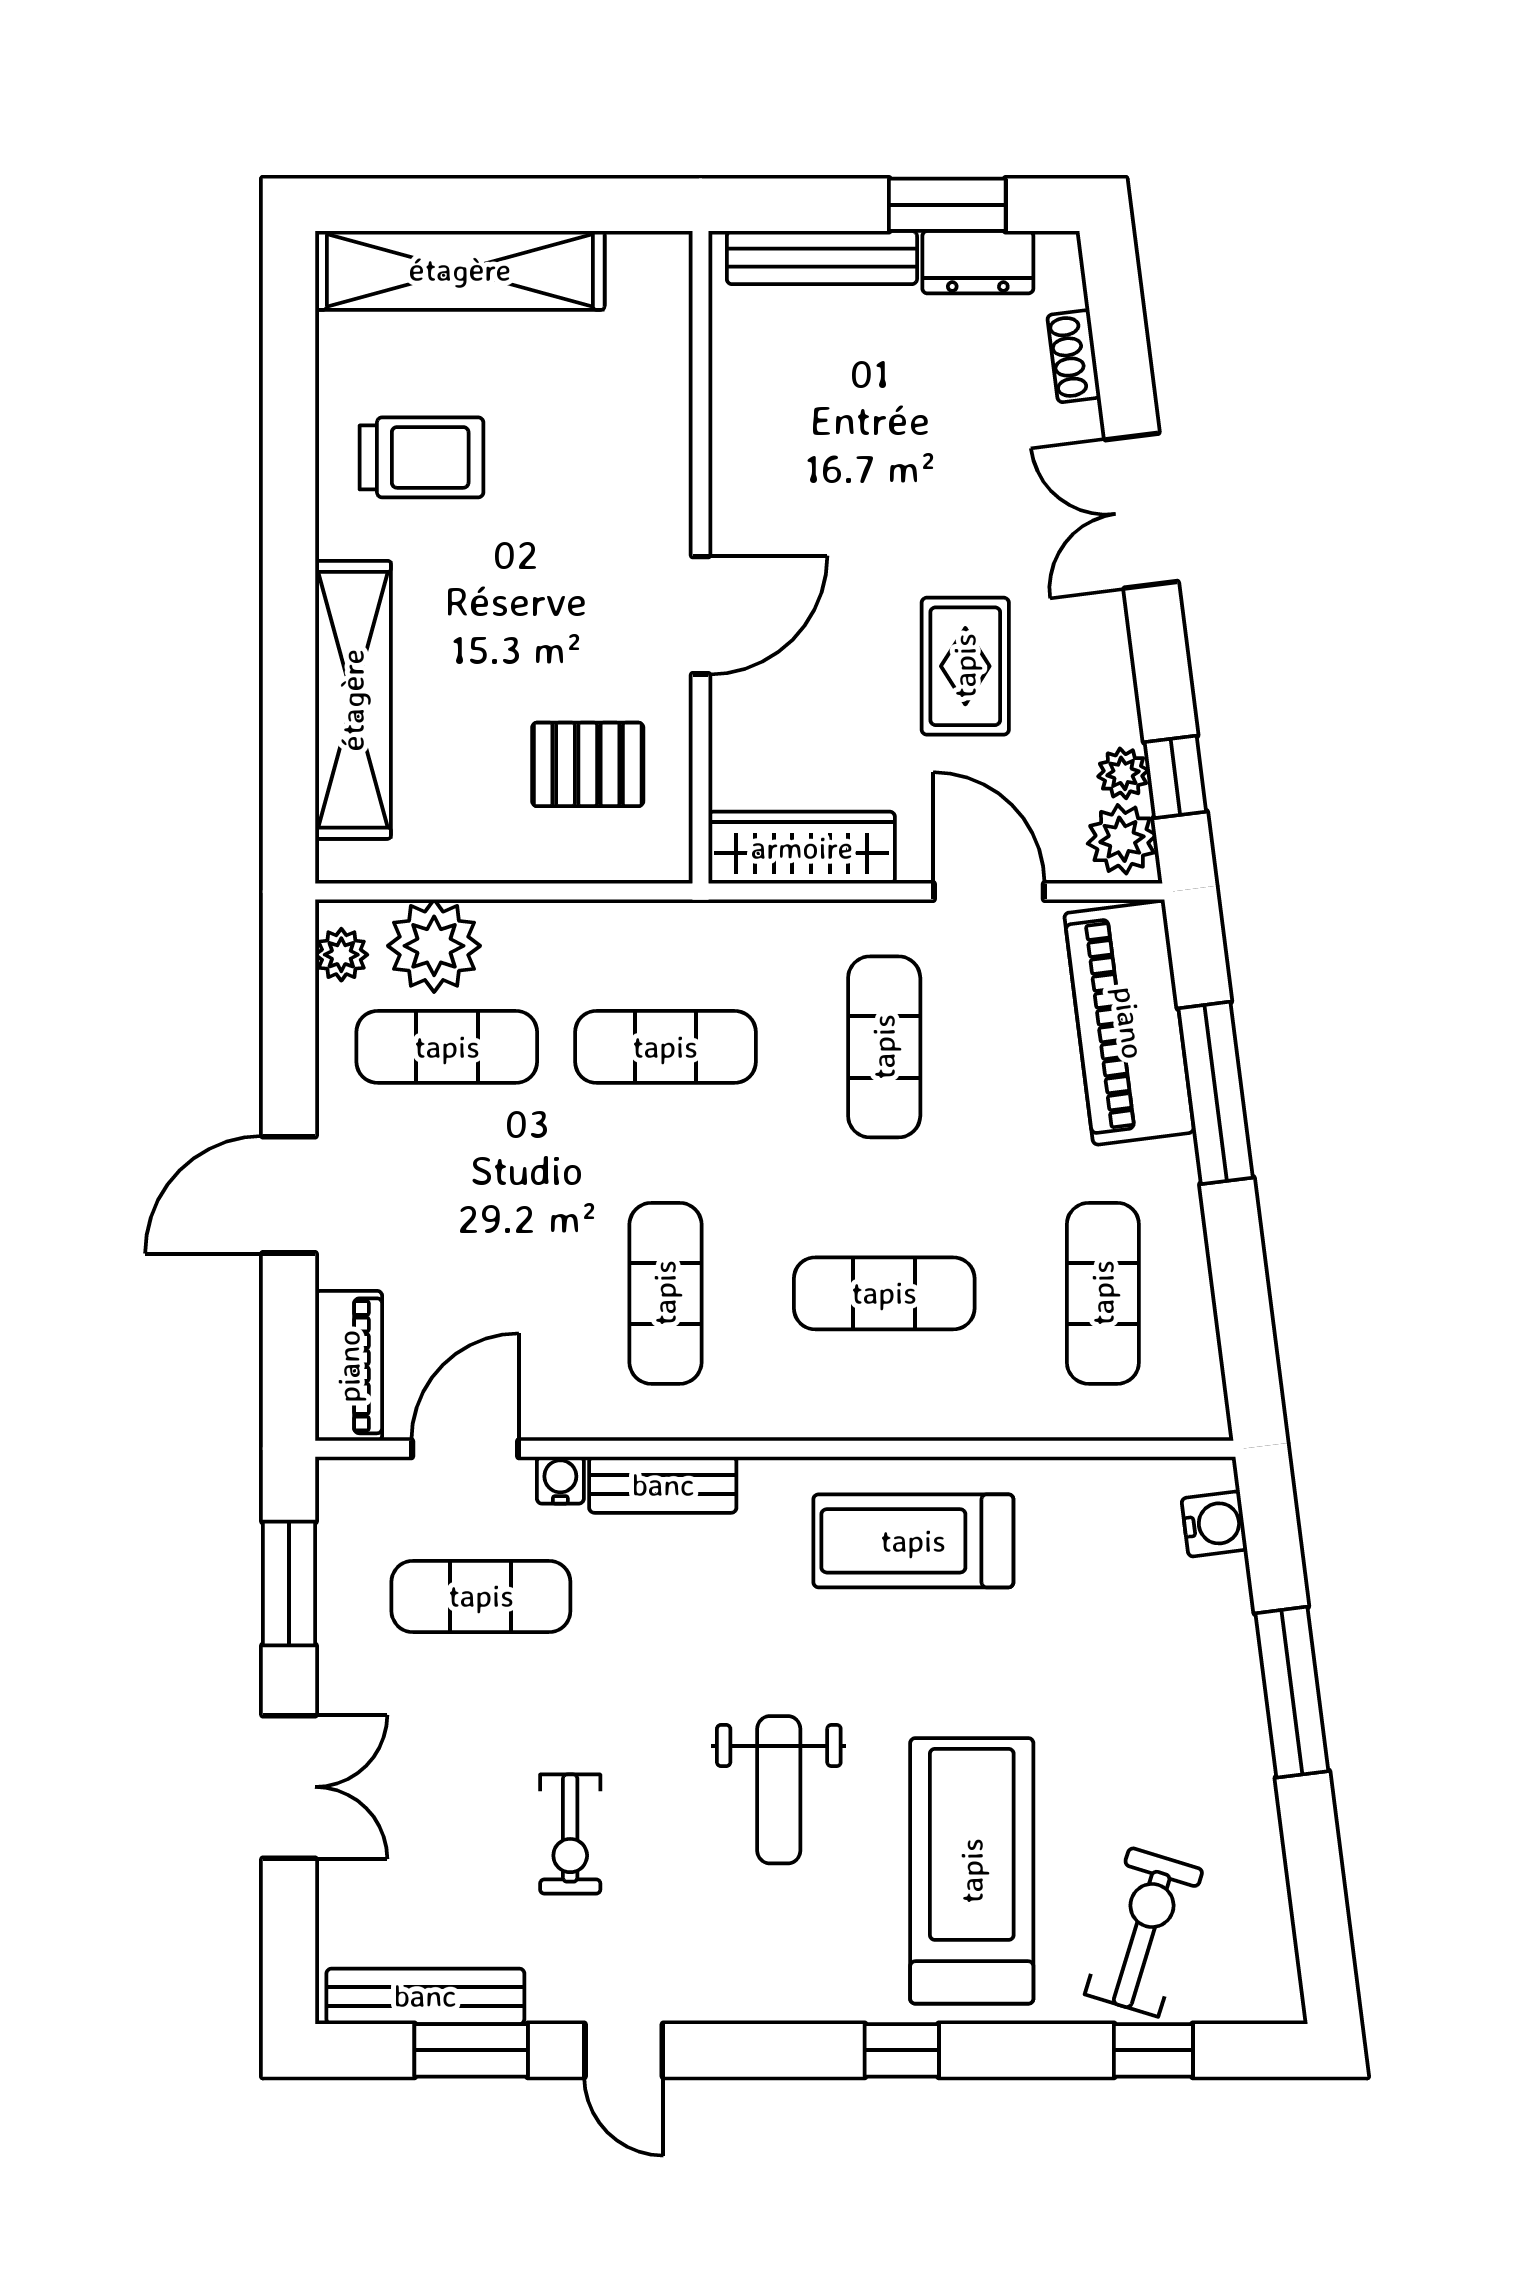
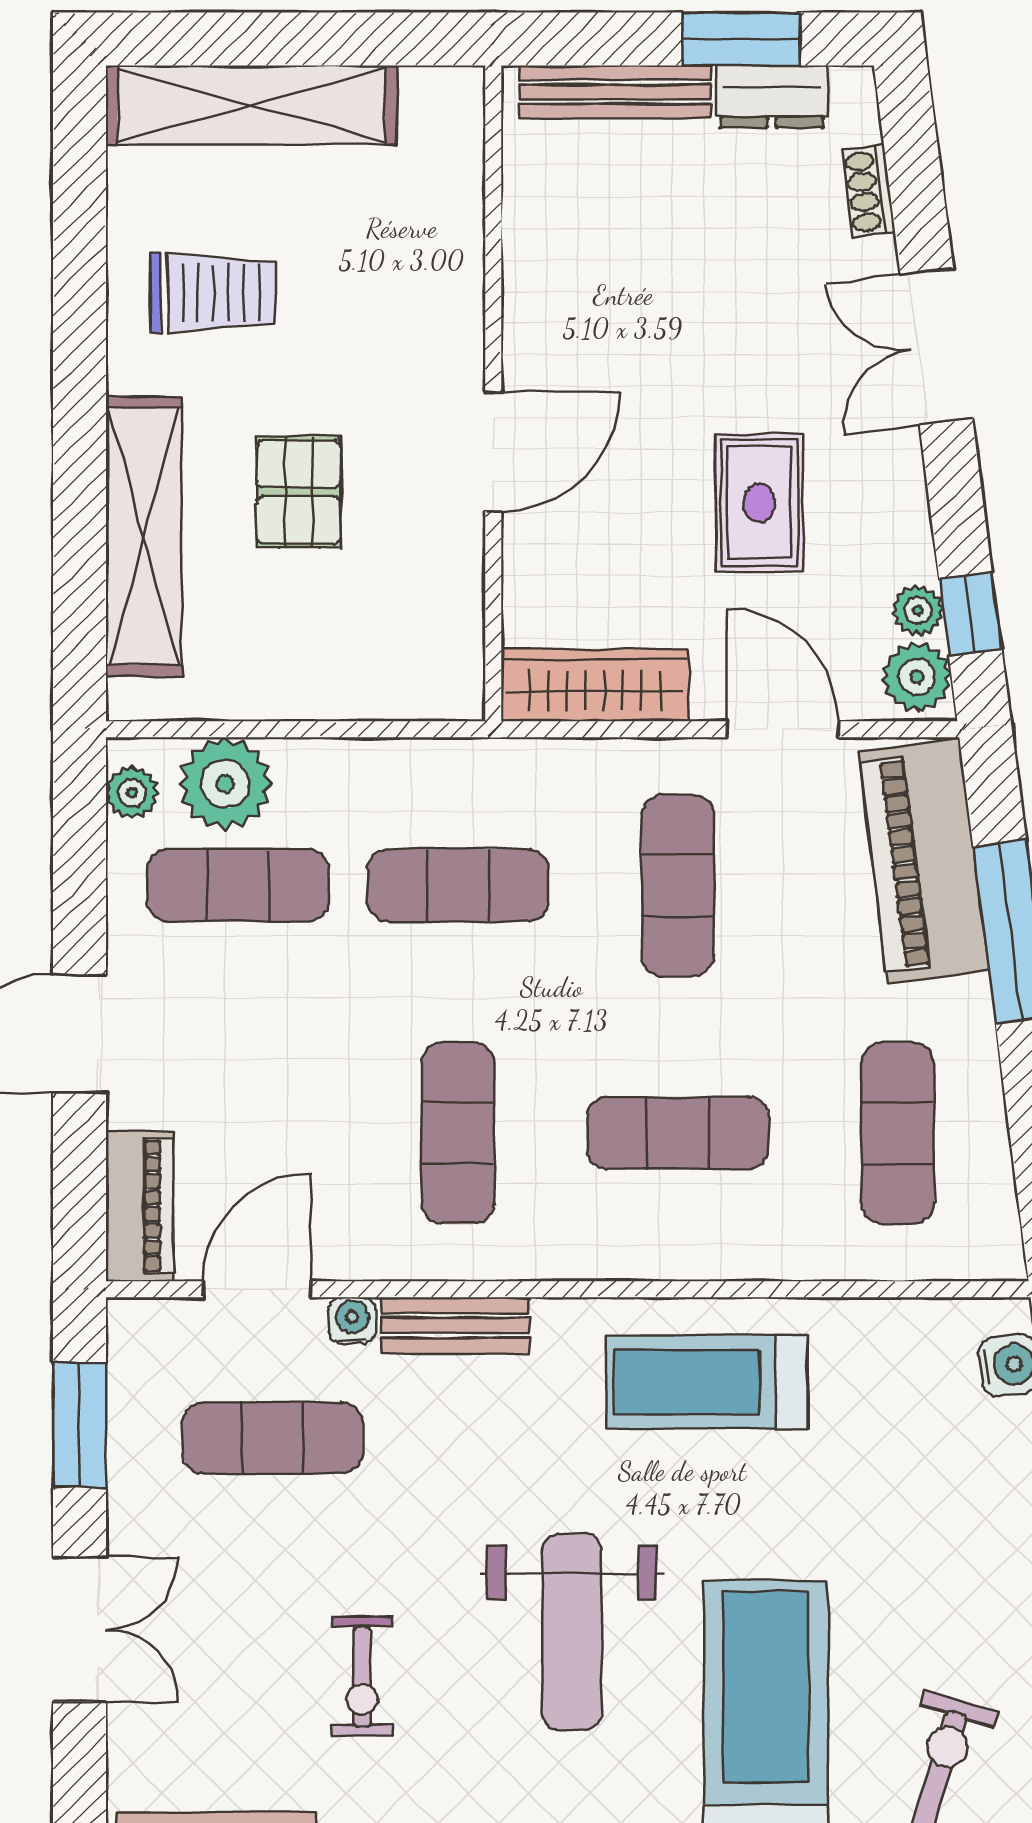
pallet: (588, 764) -> (298, 492), moved, turned 90
weight bench: (779, 1790) -> (572, 1632), width x1.36, depth x1.33

